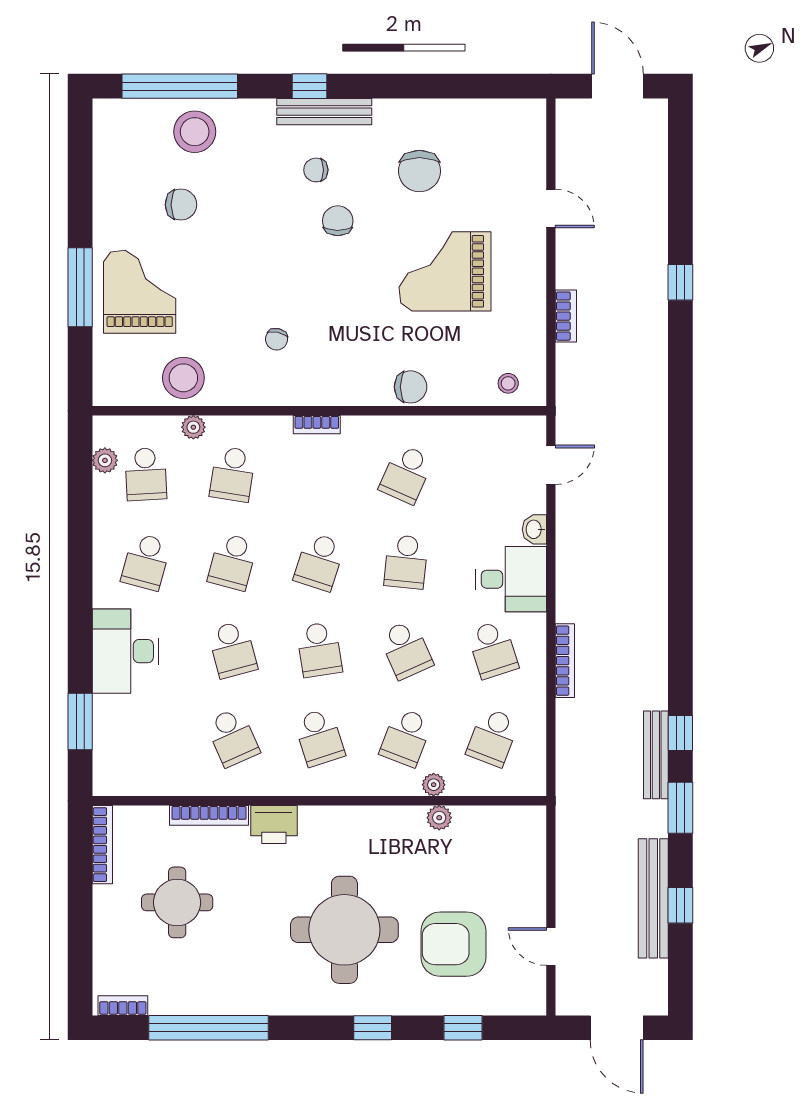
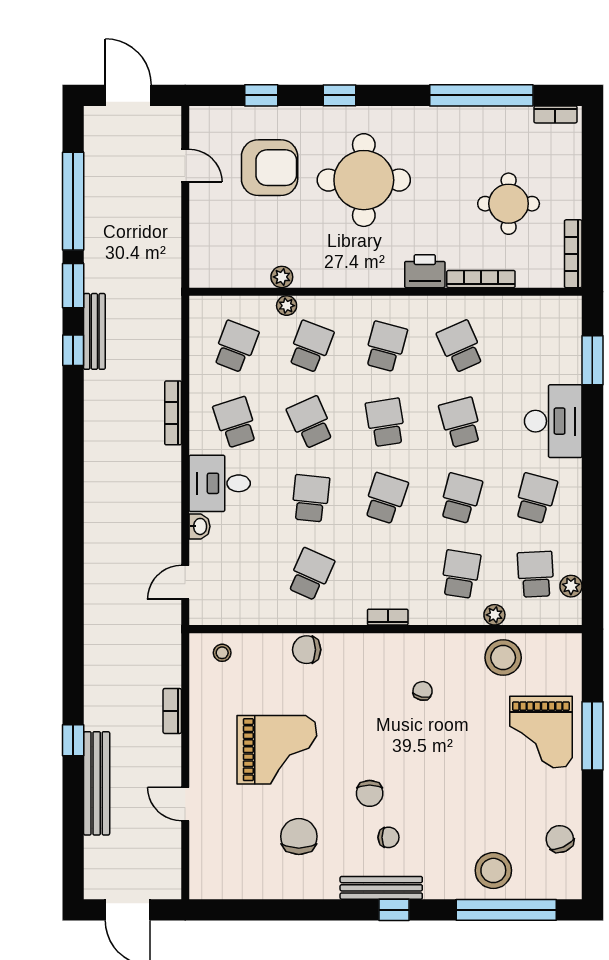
chair: (181, 205) -> (560, 839), moved, turned 66
school desk: (319, 737) -> (386, 347), turned 33
bench: (653, 898) -> (97, 783), moved
window: (680, 905) -> (73, 201), width x3.17

